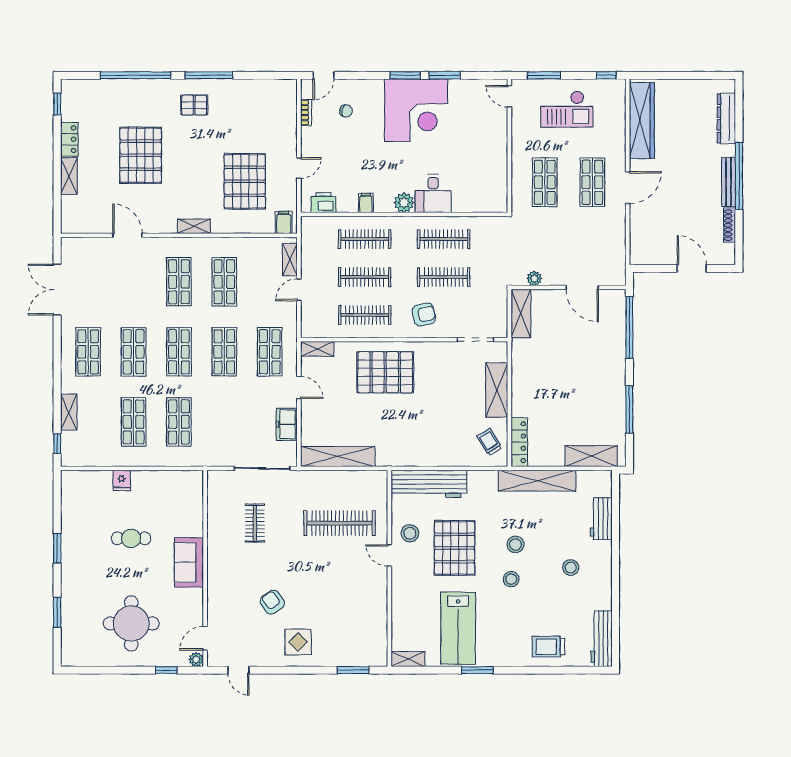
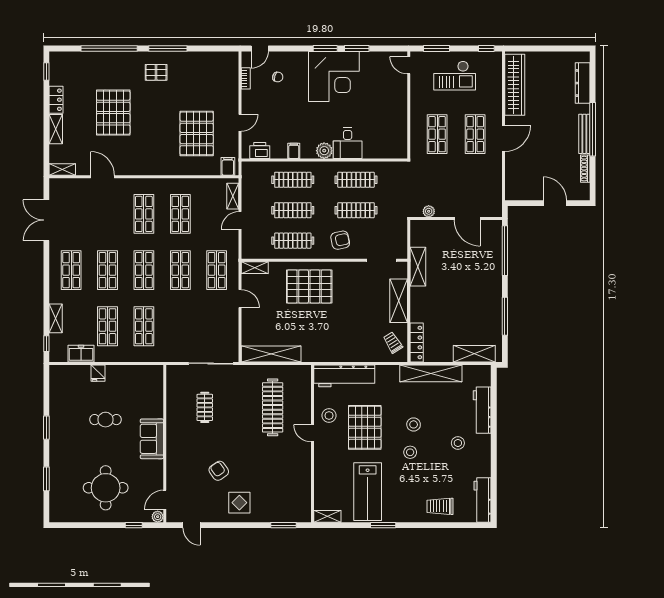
shelving: (194, 226) -> (62, 169), moved
shelving: (521, 314) -> (418, 267), moved
freezer: (287, 424) -> (81, 354), moved, turned 90
workbench: (601, 519) -> (482, 410), width x1.38
clothes rail: (340, 523) -> (273, 407), turned 90

